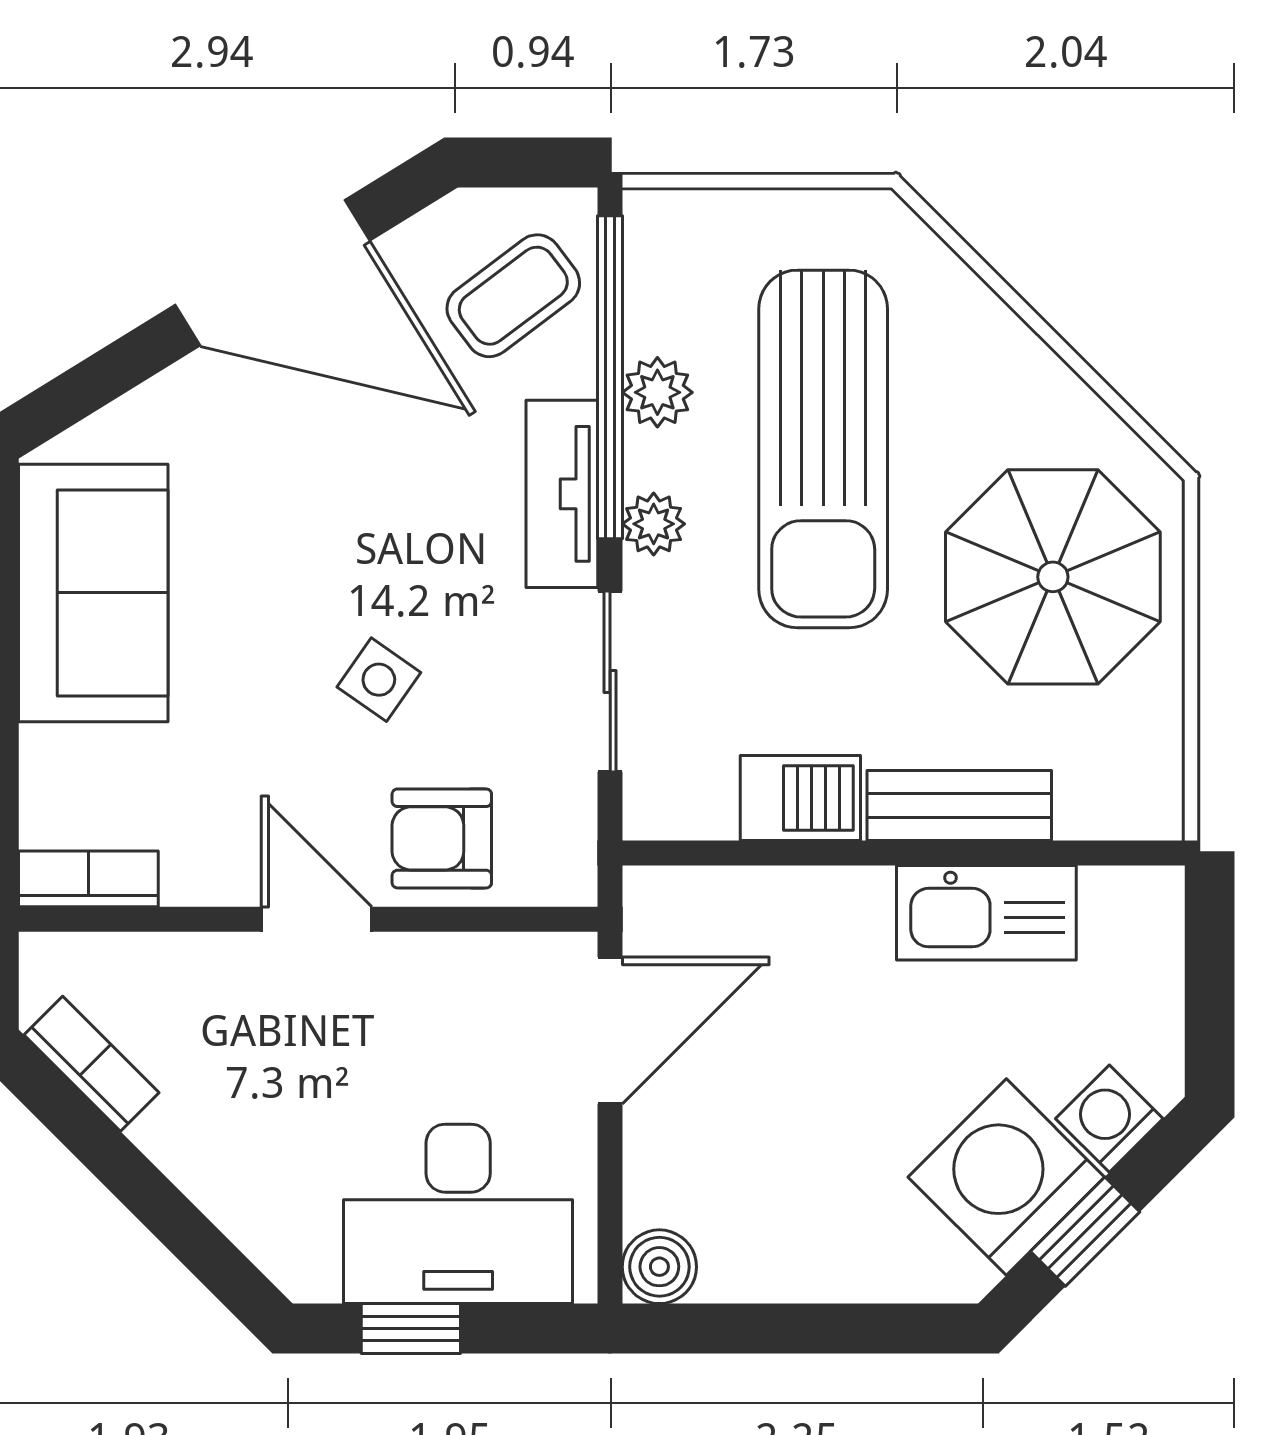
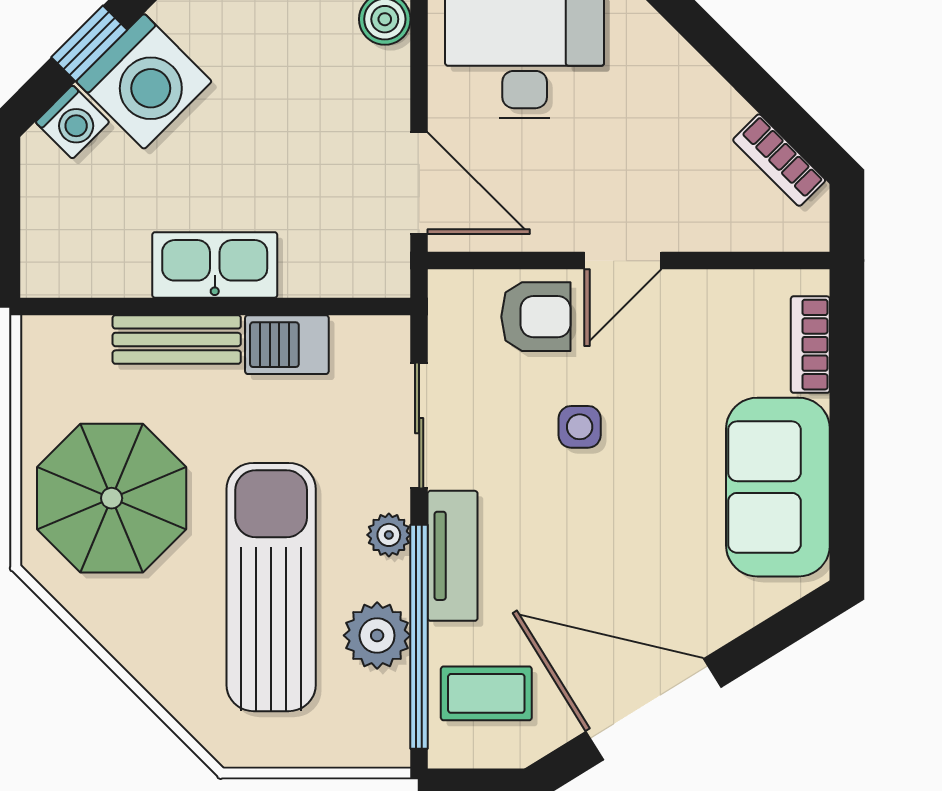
coffee table: (513, 296) -> (486, 693), turned 37
plant: (657, 392) -> (377, 635), width x1.38, depth x1.38
side table: (379, 680) -> (580, 427), turned -35
bookcase: (88, 879) -> (810, 345), moved, turned 90
kitchen sink: (986, 913) -> (215, 265), moved
door: (317, 919) -> (623, 261), hinge flipped
door: (610, 1030) -> (419, 183), swing flipped

